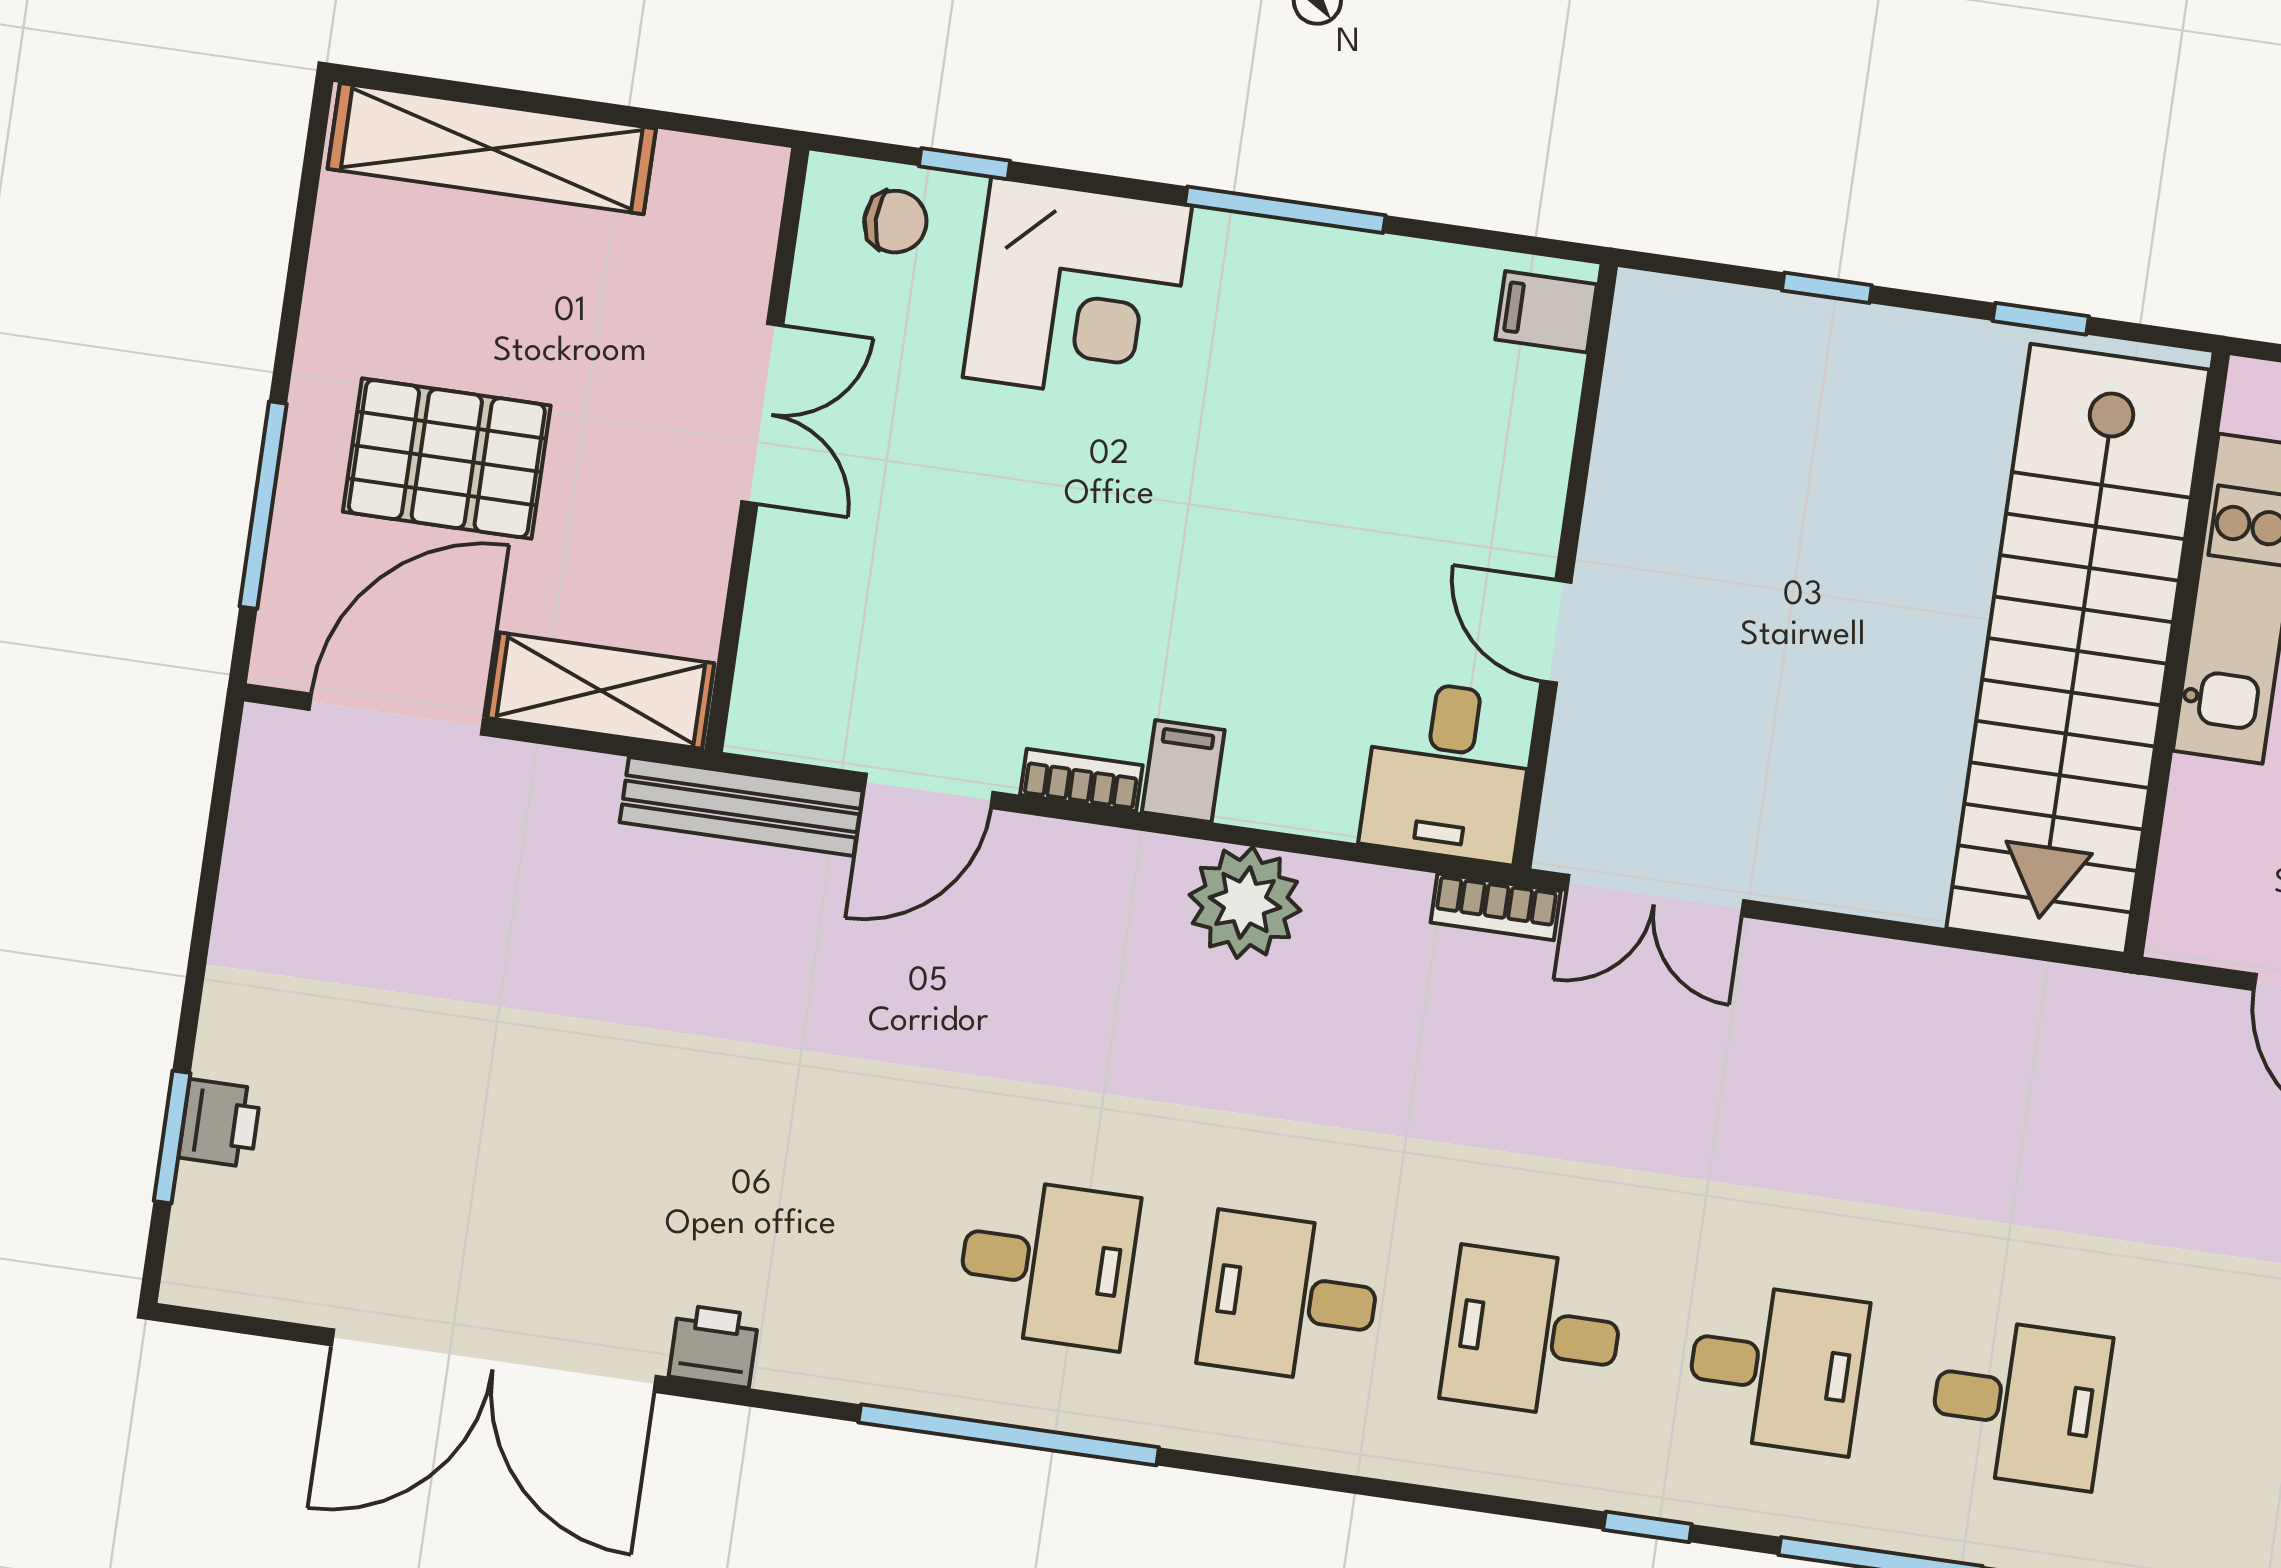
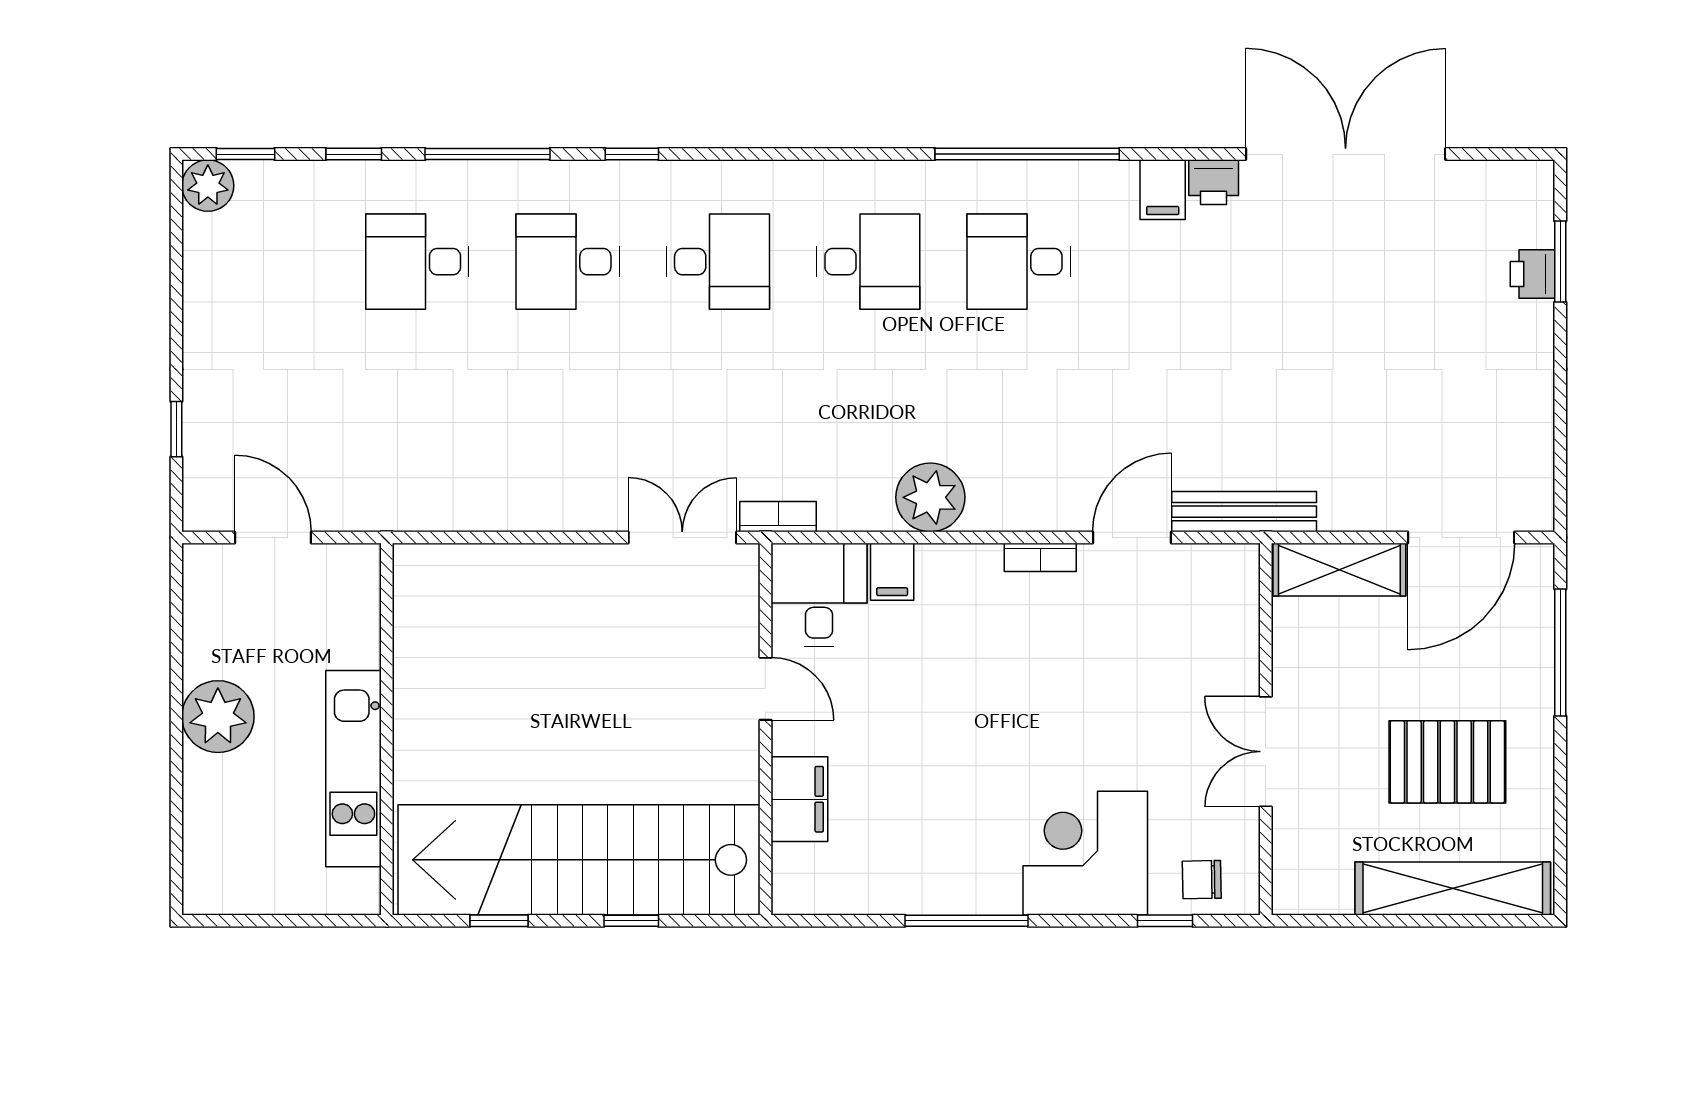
filing cabinet: (1546, 312) -> (799, 799), moved, width x2.00
pallet: (447, 459) -> (1447, 762), moved
stairs: (2078, 649) -> (579, 860), moved, turned -90
filing cabinet: (1183, 771) -> (892, 572), moved
filing cabinet: (798, 1346) -> (1163, 190), added

